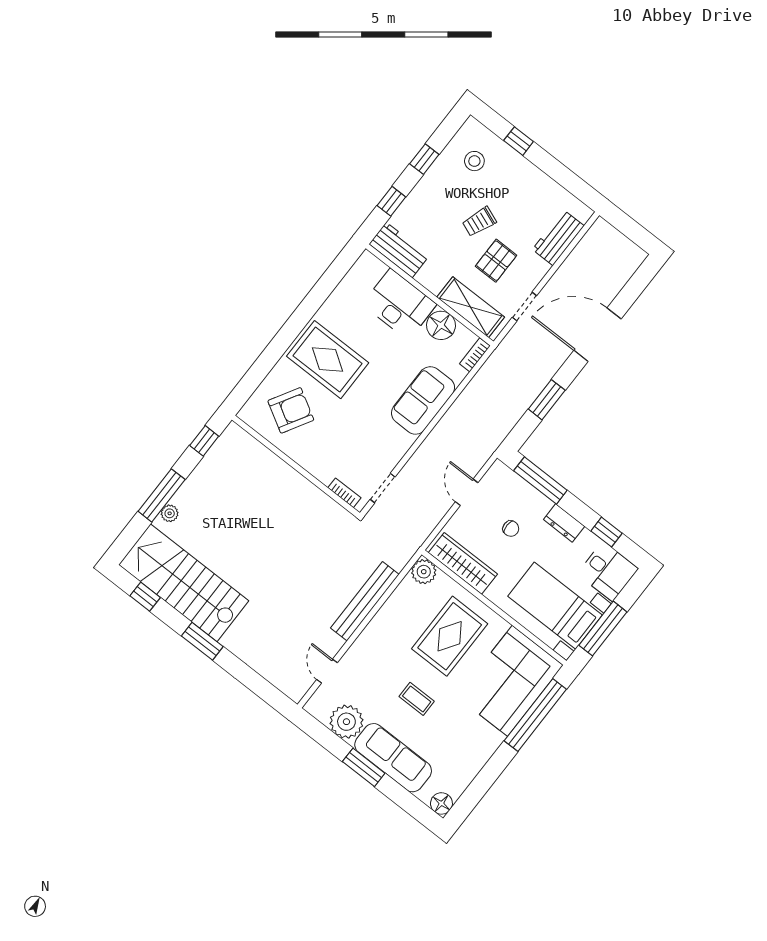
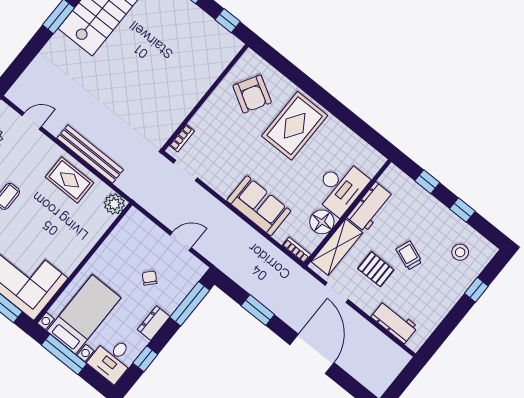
workbench: (399, 250) -> (370, 207), moved
chair: (511, 529) -> (150, 278), turned 133
wardrobe: (463, 563) -> (121, 237), removed
rug: (450, 636) -> (69, 180), moved, width x0.73, depth x0.70

